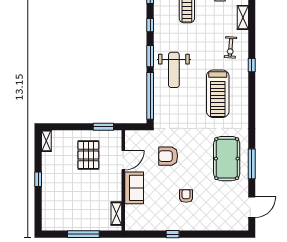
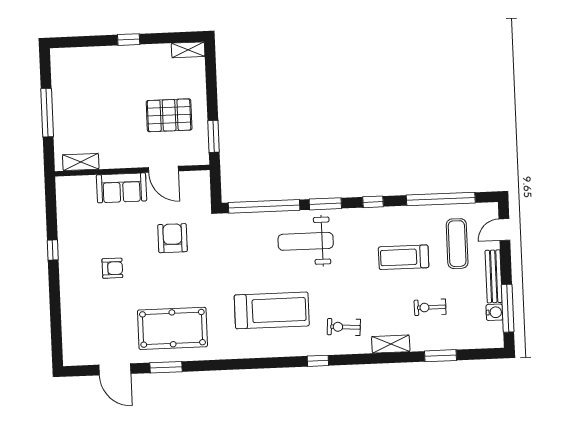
treadmill: (218, 94) -> (272, 310), turned 180
window: (252, 164) -> (166, 367), width x0.69
door: (252, 207) -> (115, 369), moved

